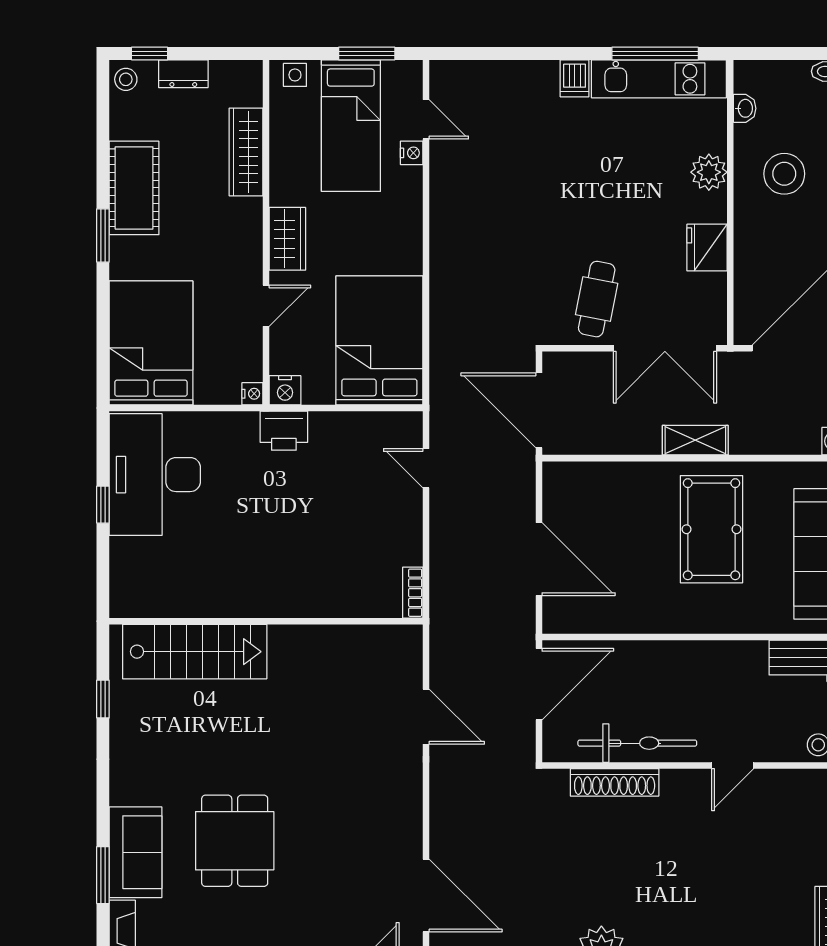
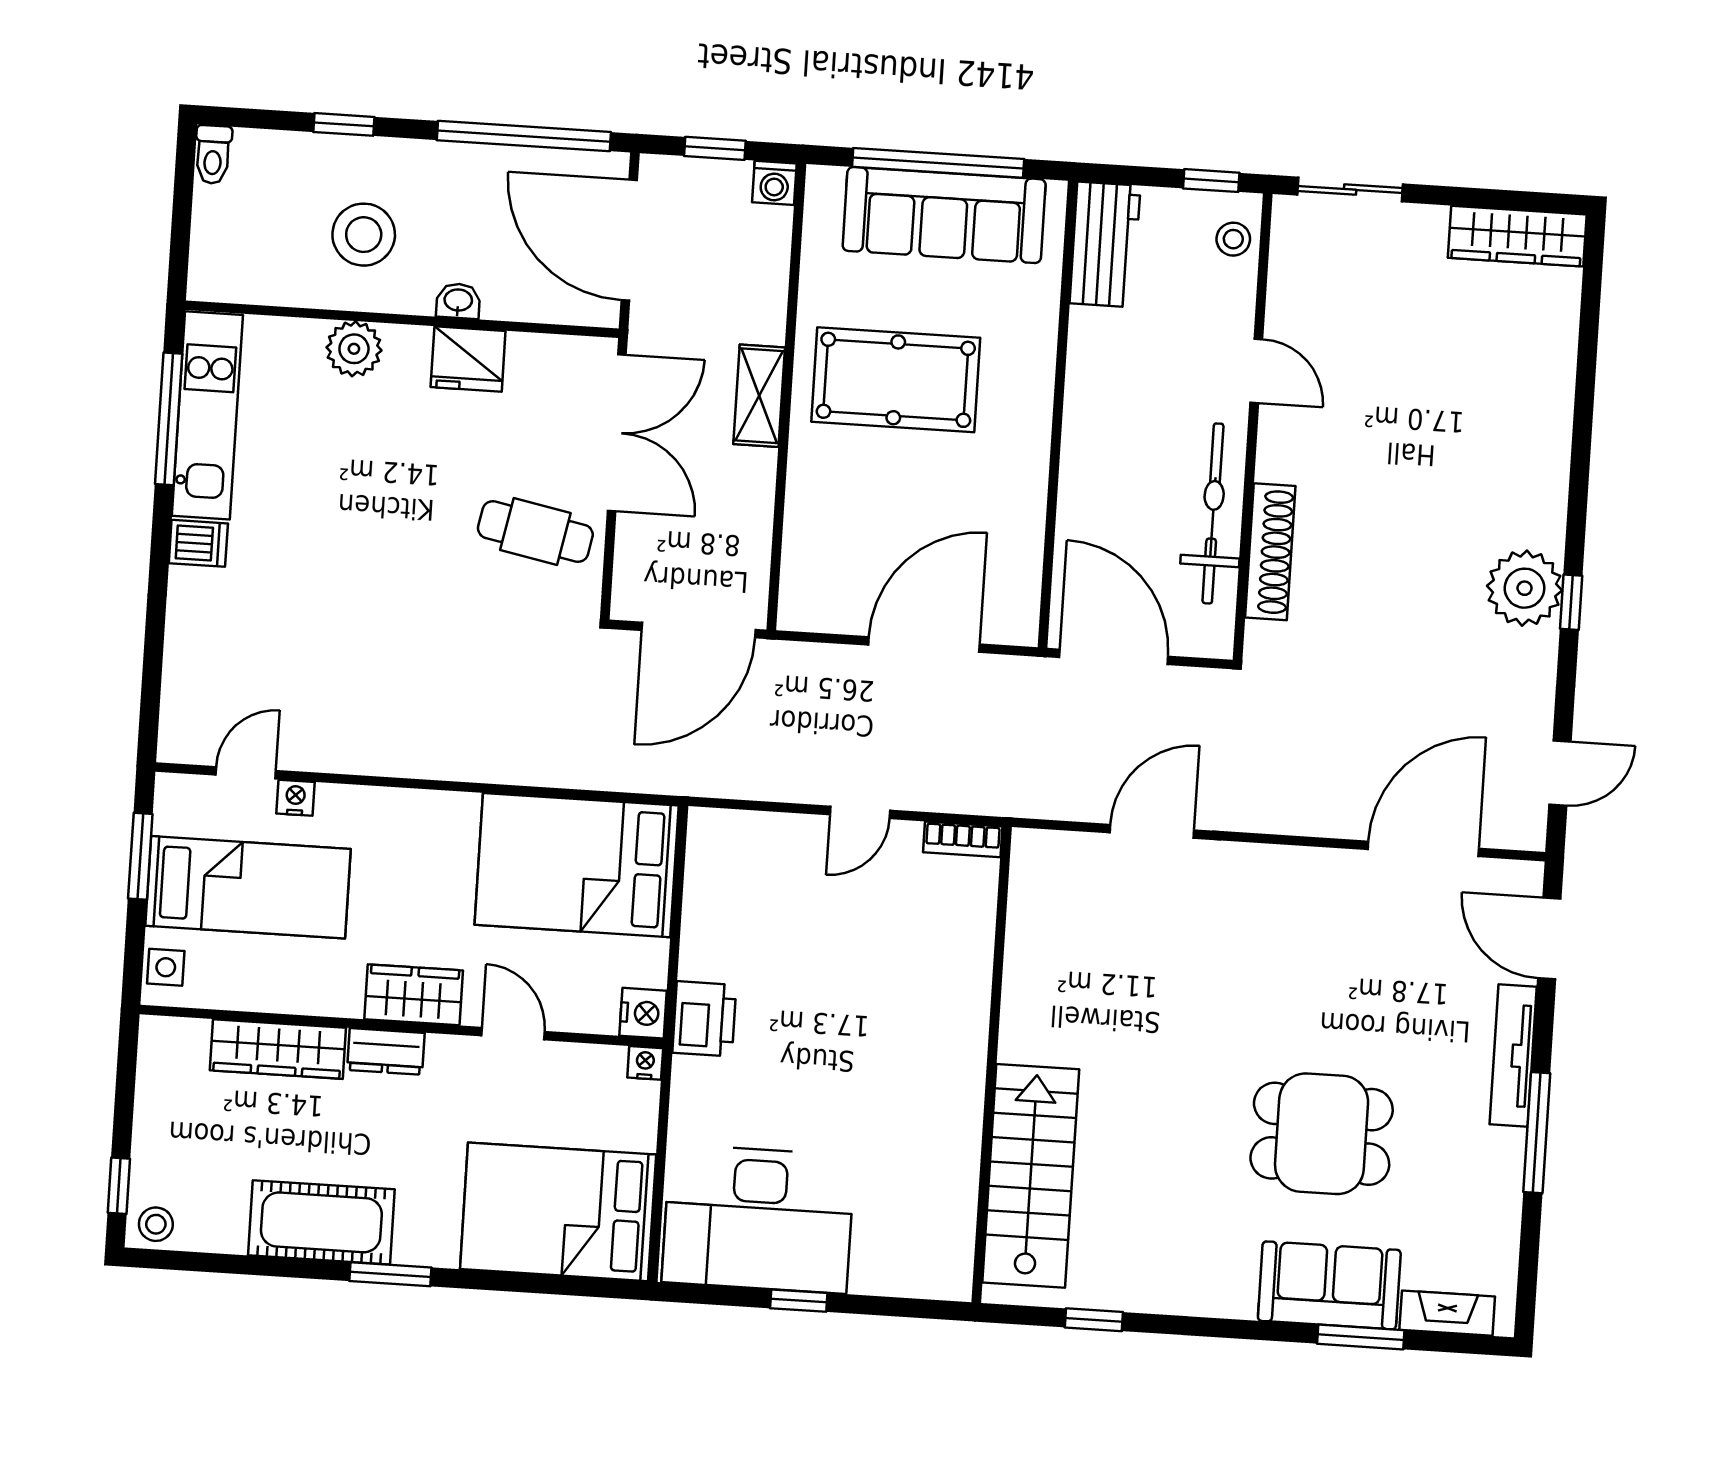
dresser: (183, 74) -> (386, 1051), moved, turned 90
washbasin: (745, 108) -> (458, 301), moved
door: (426, 468) -> (860, 812), moved

